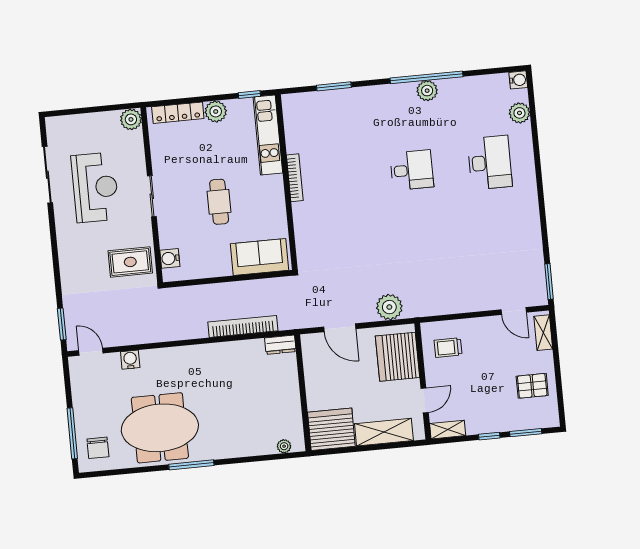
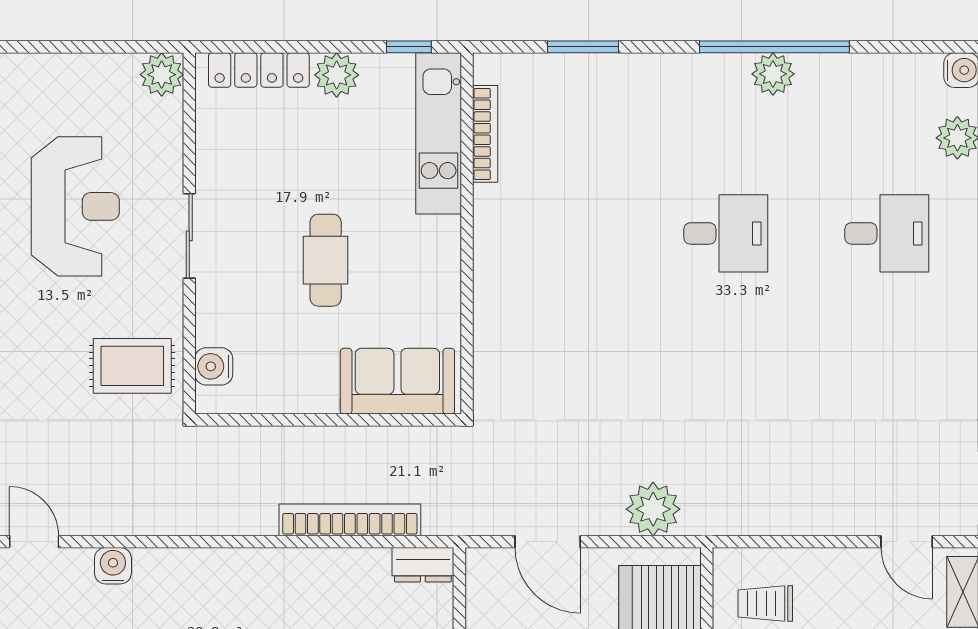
desk: (490, 163) -> (887, 233), width x0.73
bookcase: (295, 178) -> (485, 134), moved

